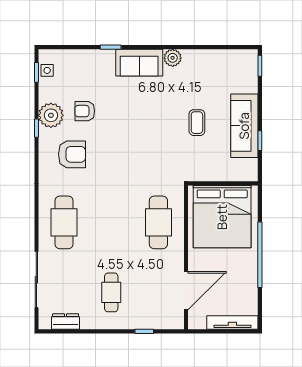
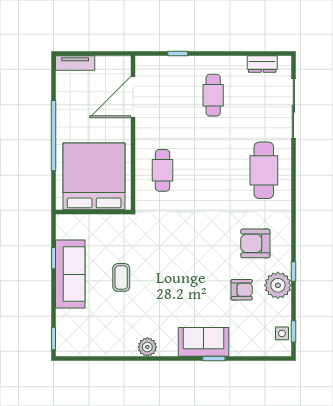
sofa: (139, 63) -> (204, 342), moved
cafe table: (158, 222) -> (163, 170), width x0.73, depth x0.74
tv unit: (232, 322) -> (75, 63), width x0.71

